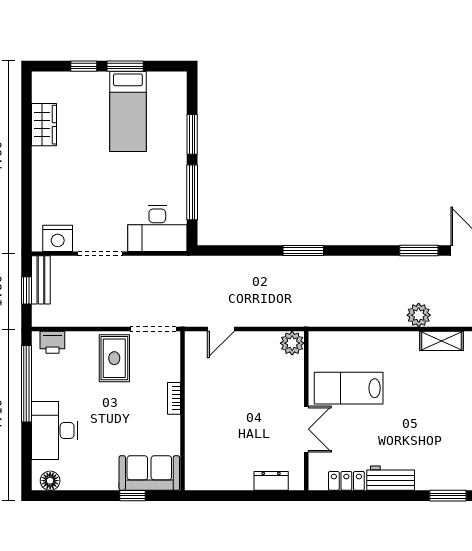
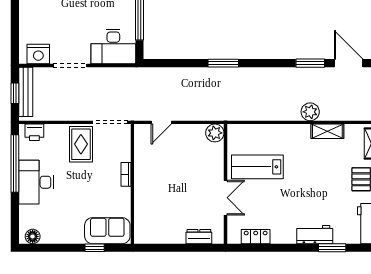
bench: (41, 280) -> (26, 92), width x1.36
desk: (55, 430) -> (36, 182), moved
workbench: (391, 478) -> (315, 235), moved

